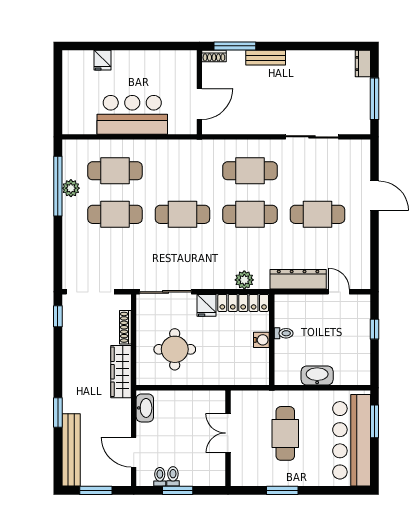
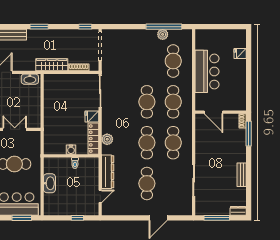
bench: (266, 58) -> (242, 175), moved
cafe table: (115, 214) -> (173, 102), moved
round table: (175, 349) -> (65, 97), removed
window: (58, 413) -> (39, 27), moved

